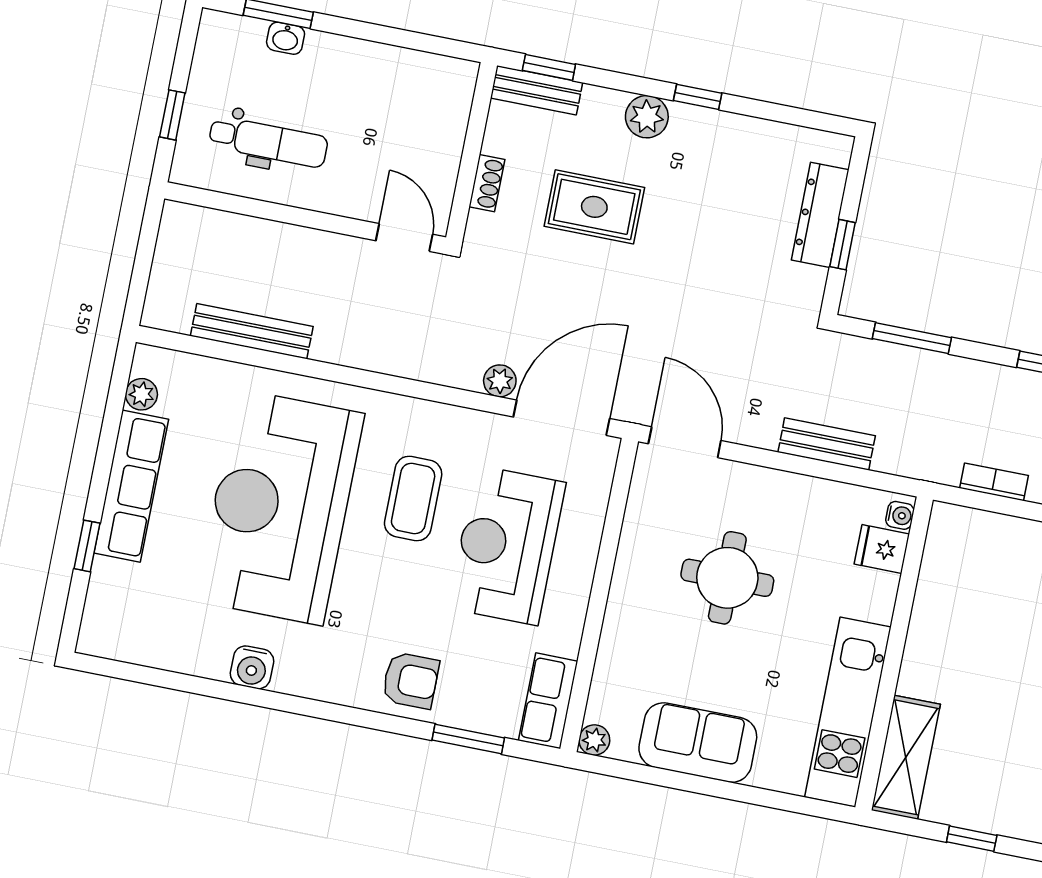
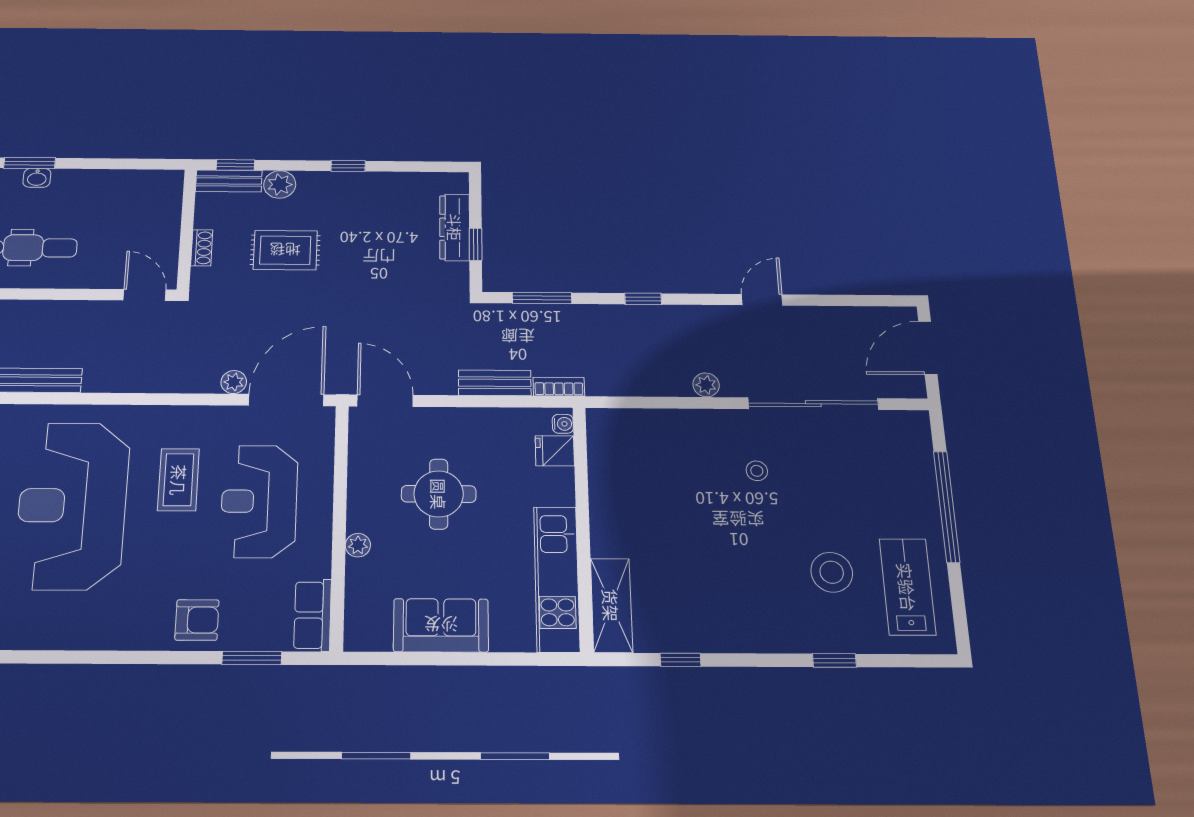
plant: (647, 117) -> (280, 184), moved
bookcase: (994, 482) -> (559, 387), moved
water cooler: (252, 667) -> (64, 634), removed
plant: (594, 740) -> (358, 545), moved

